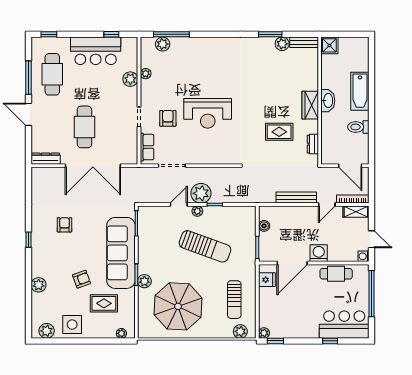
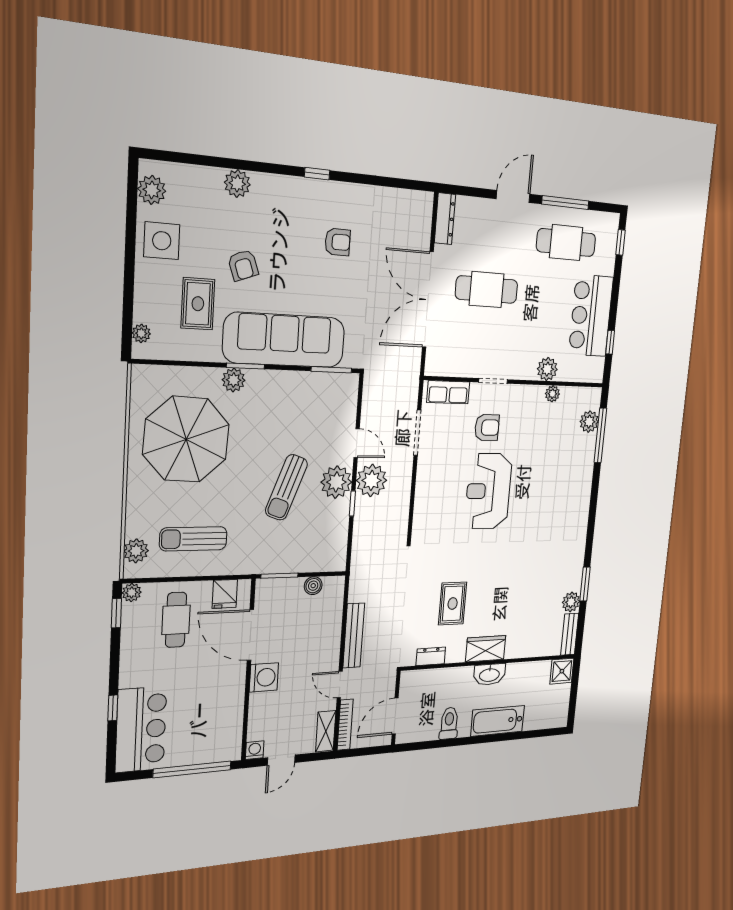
plant: (197, 211) -> (336, 482), width x1.88, depth x1.88
sun lounger: (205, 246) -> (286, 487), width x0.73, depth x0.75
cafe table: (336, 274) -> (176, 620), moved

